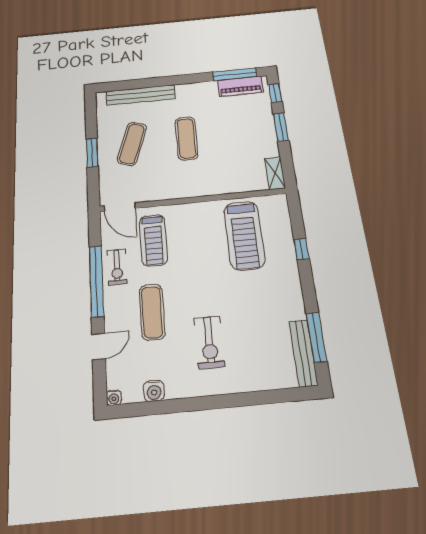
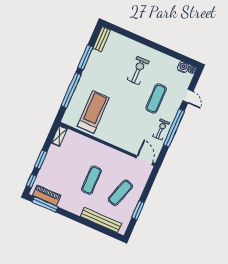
window: (92, 153) -> (138, 210), moved
treadmill: (153, 240) -> (137, 134), removed
window: (301, 249) -> (71, 90), width x3.17
window: (316, 337) -> (85, 57), moved
door: (99, 346) -> (188, 96), swing flipped
bench: (303, 353) -> (102, 39), width x0.73
water cooler: (154, 391) -> (183, 67), moved

